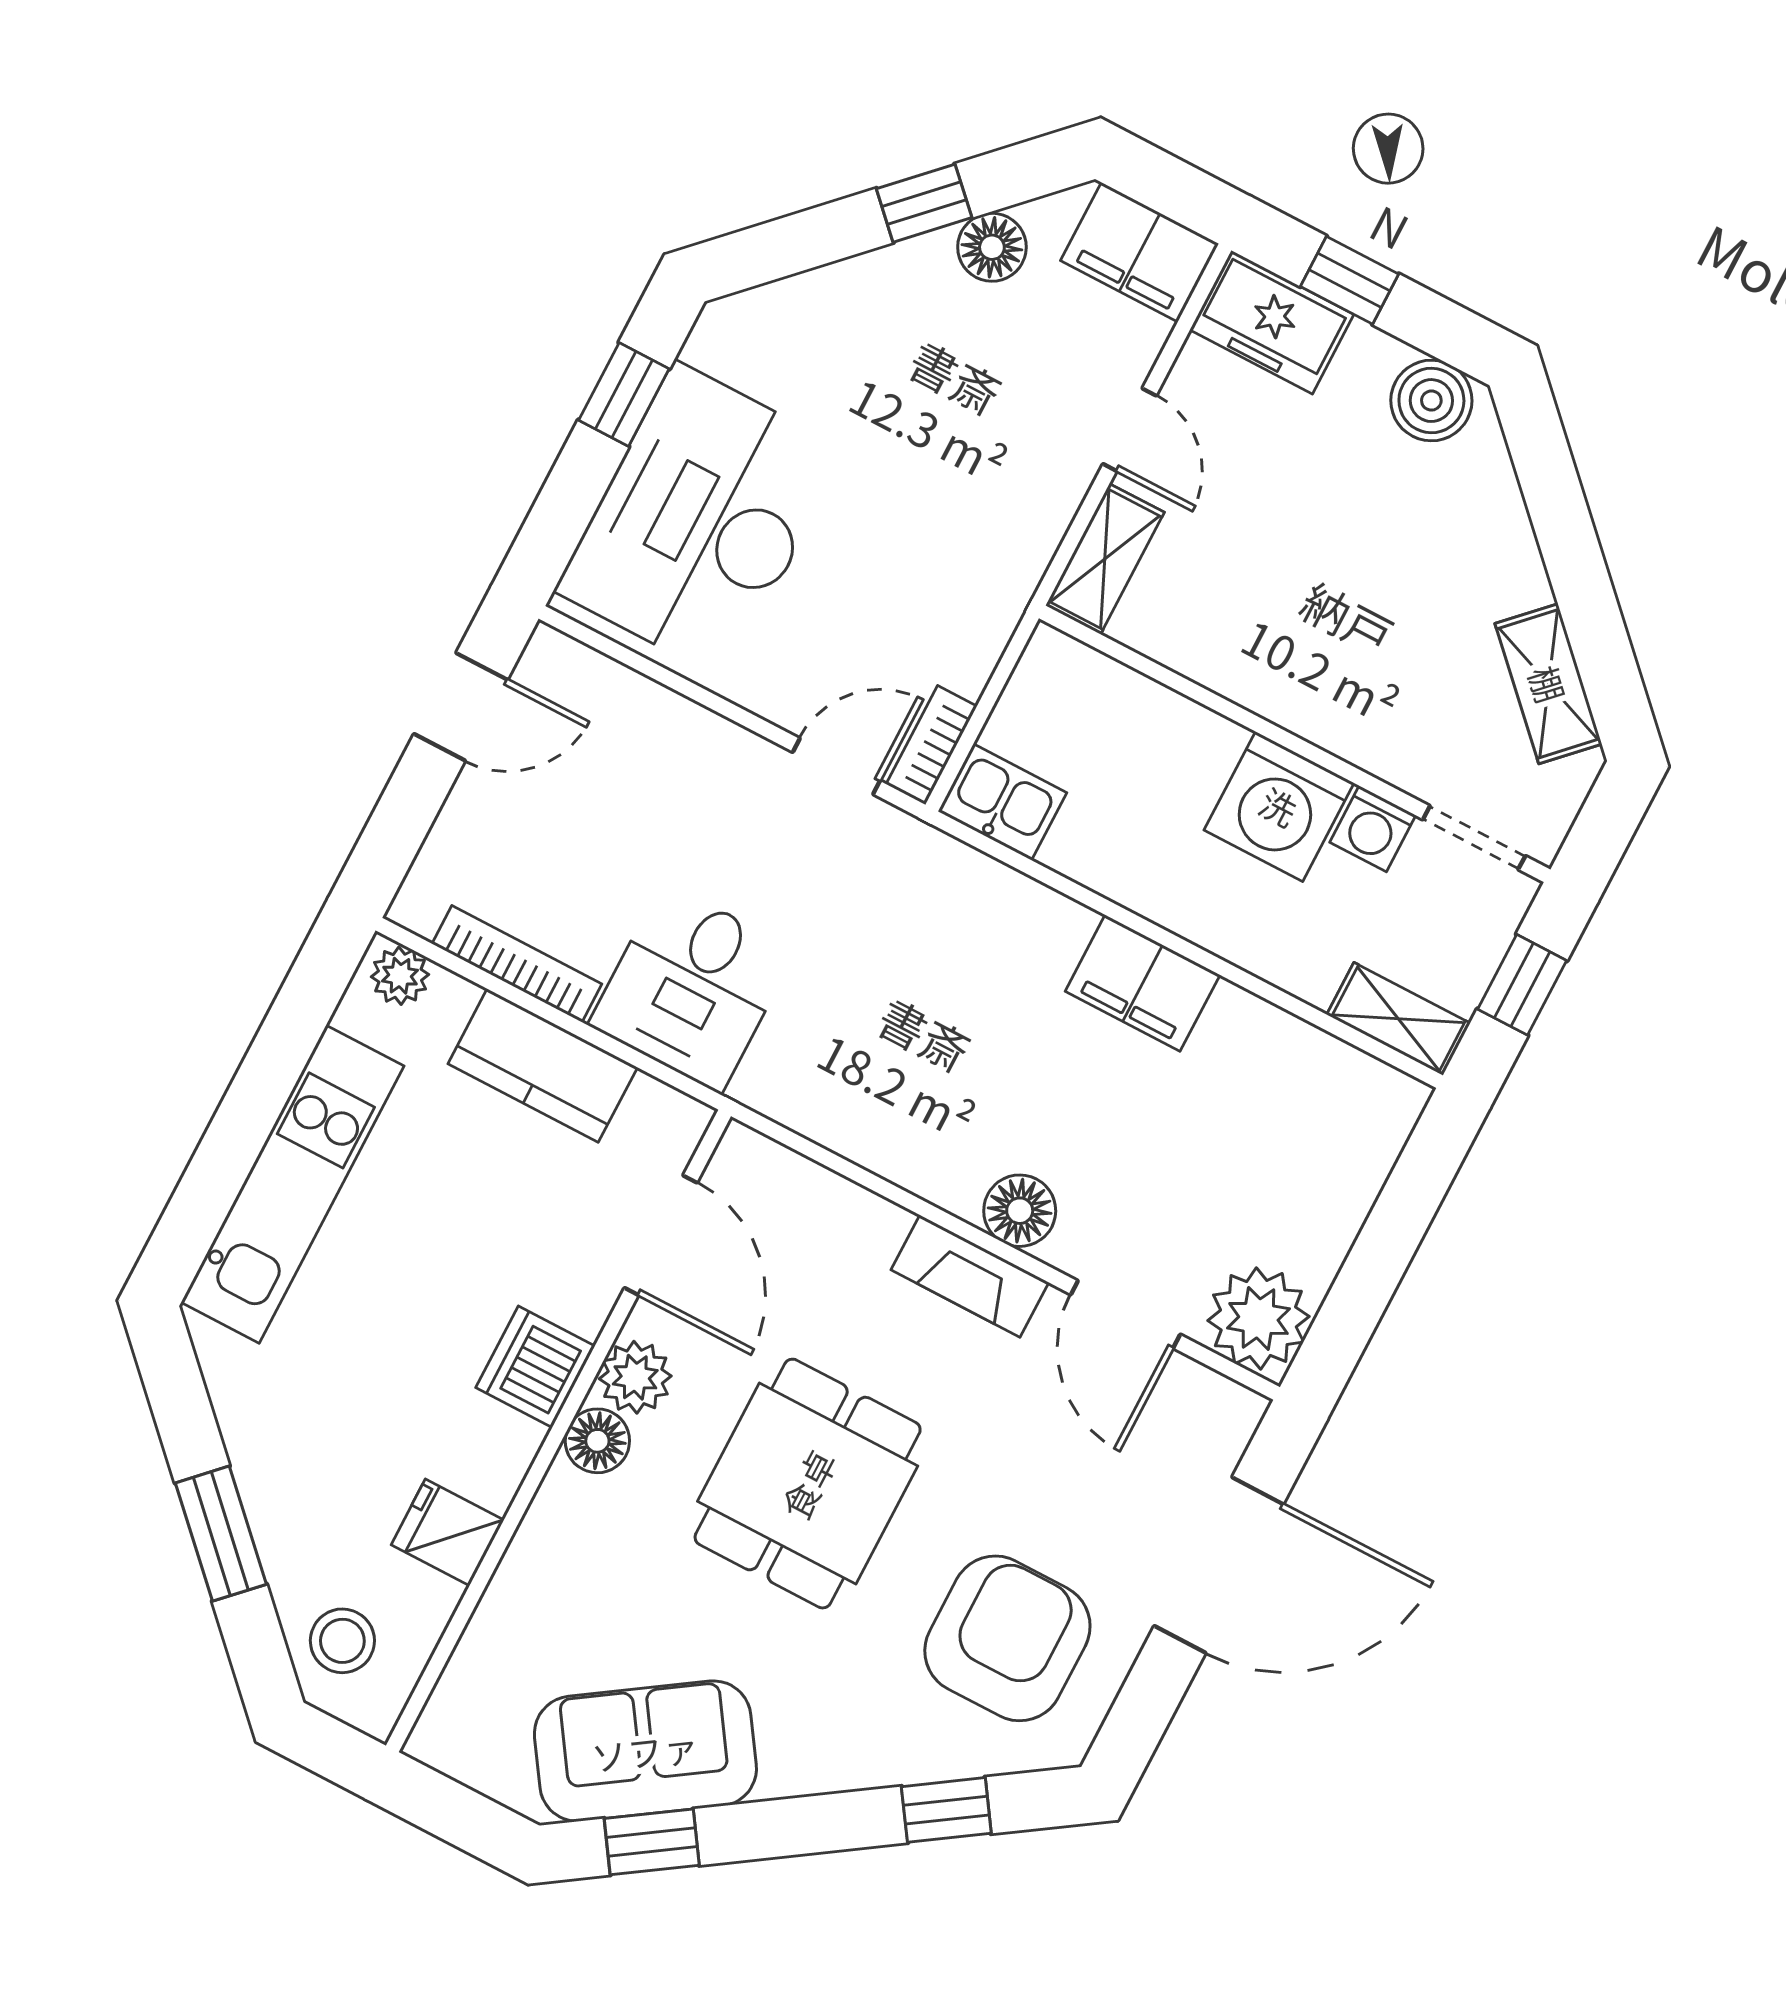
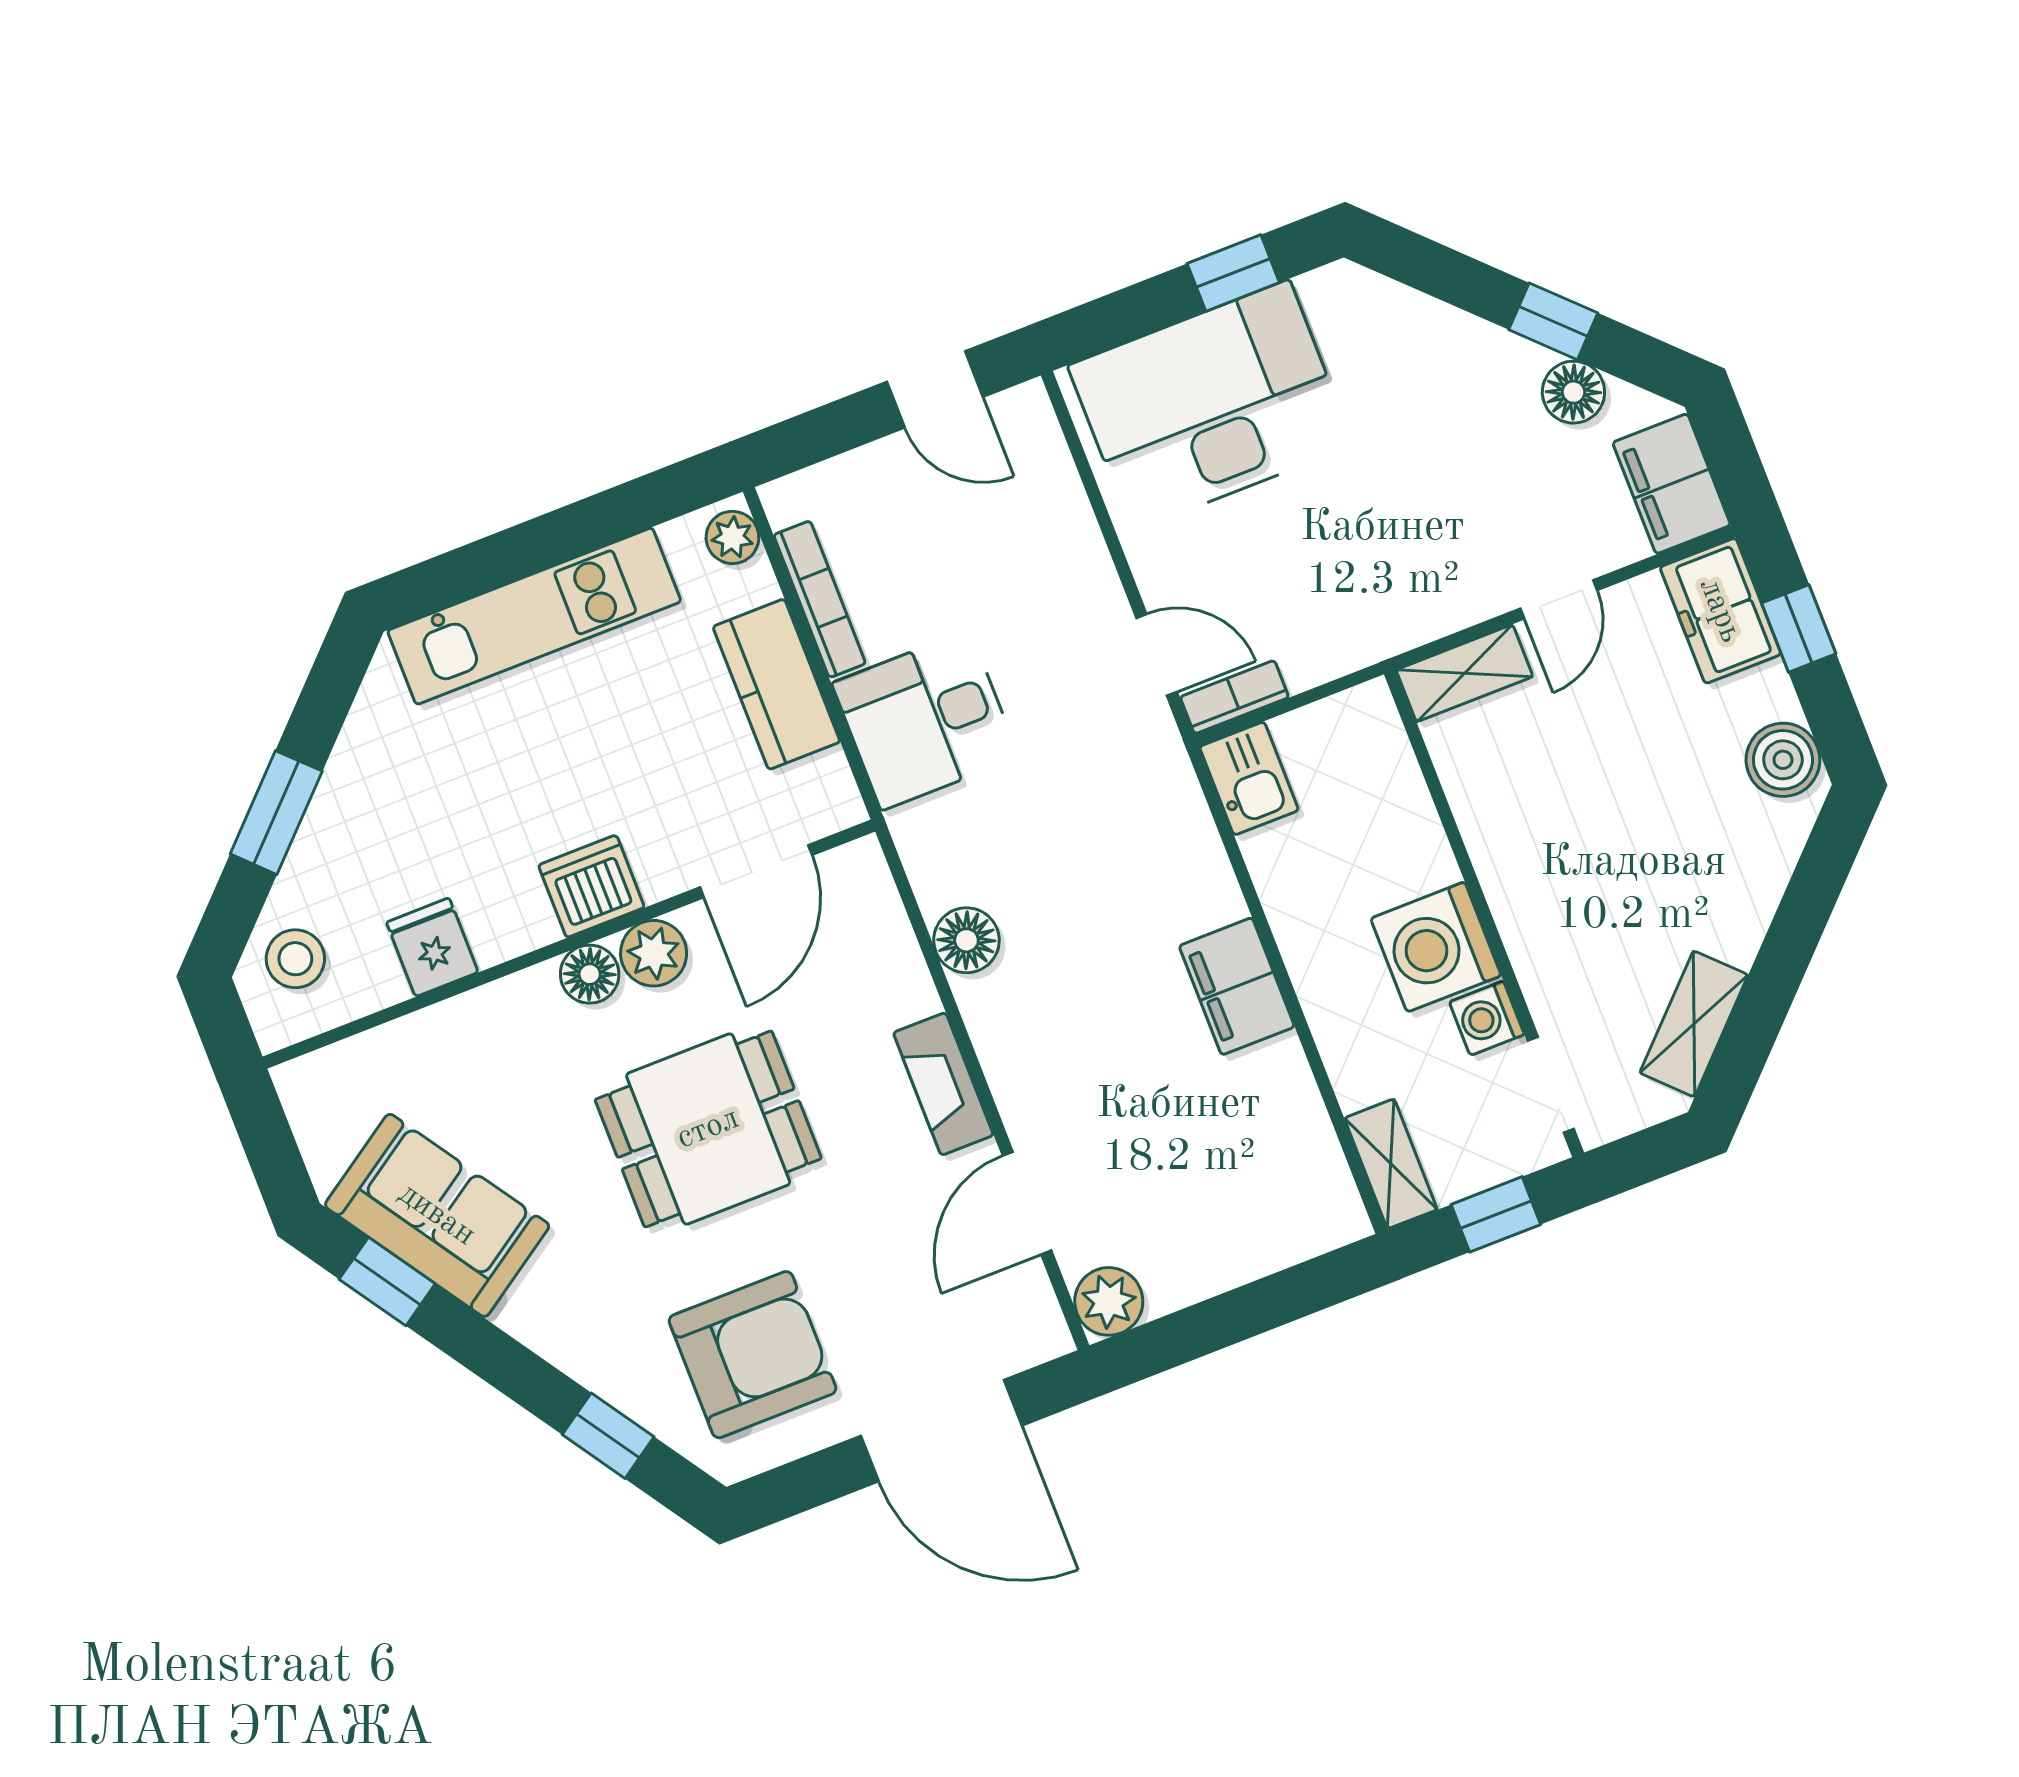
floor lamp: (1020, 1211) -> (966, 940), moved
plant: (1258, 1318) -> (1109, 1301), width x0.73, depth x0.73

